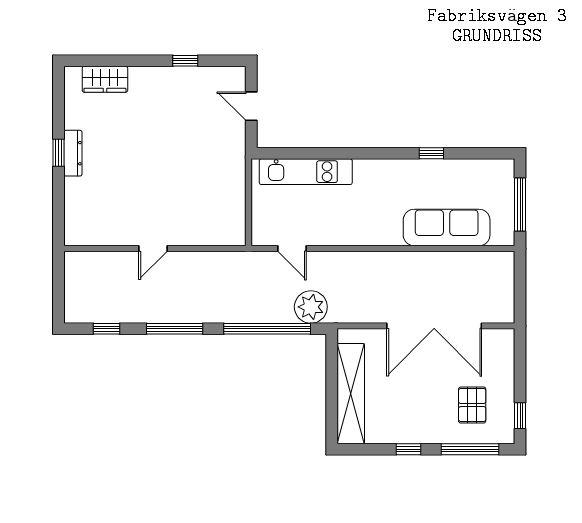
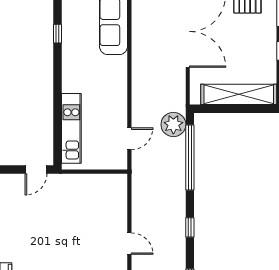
door: (251, 106) -> (36, 169), moved
window: (175, 329) -> (190, 227), width x0.46

